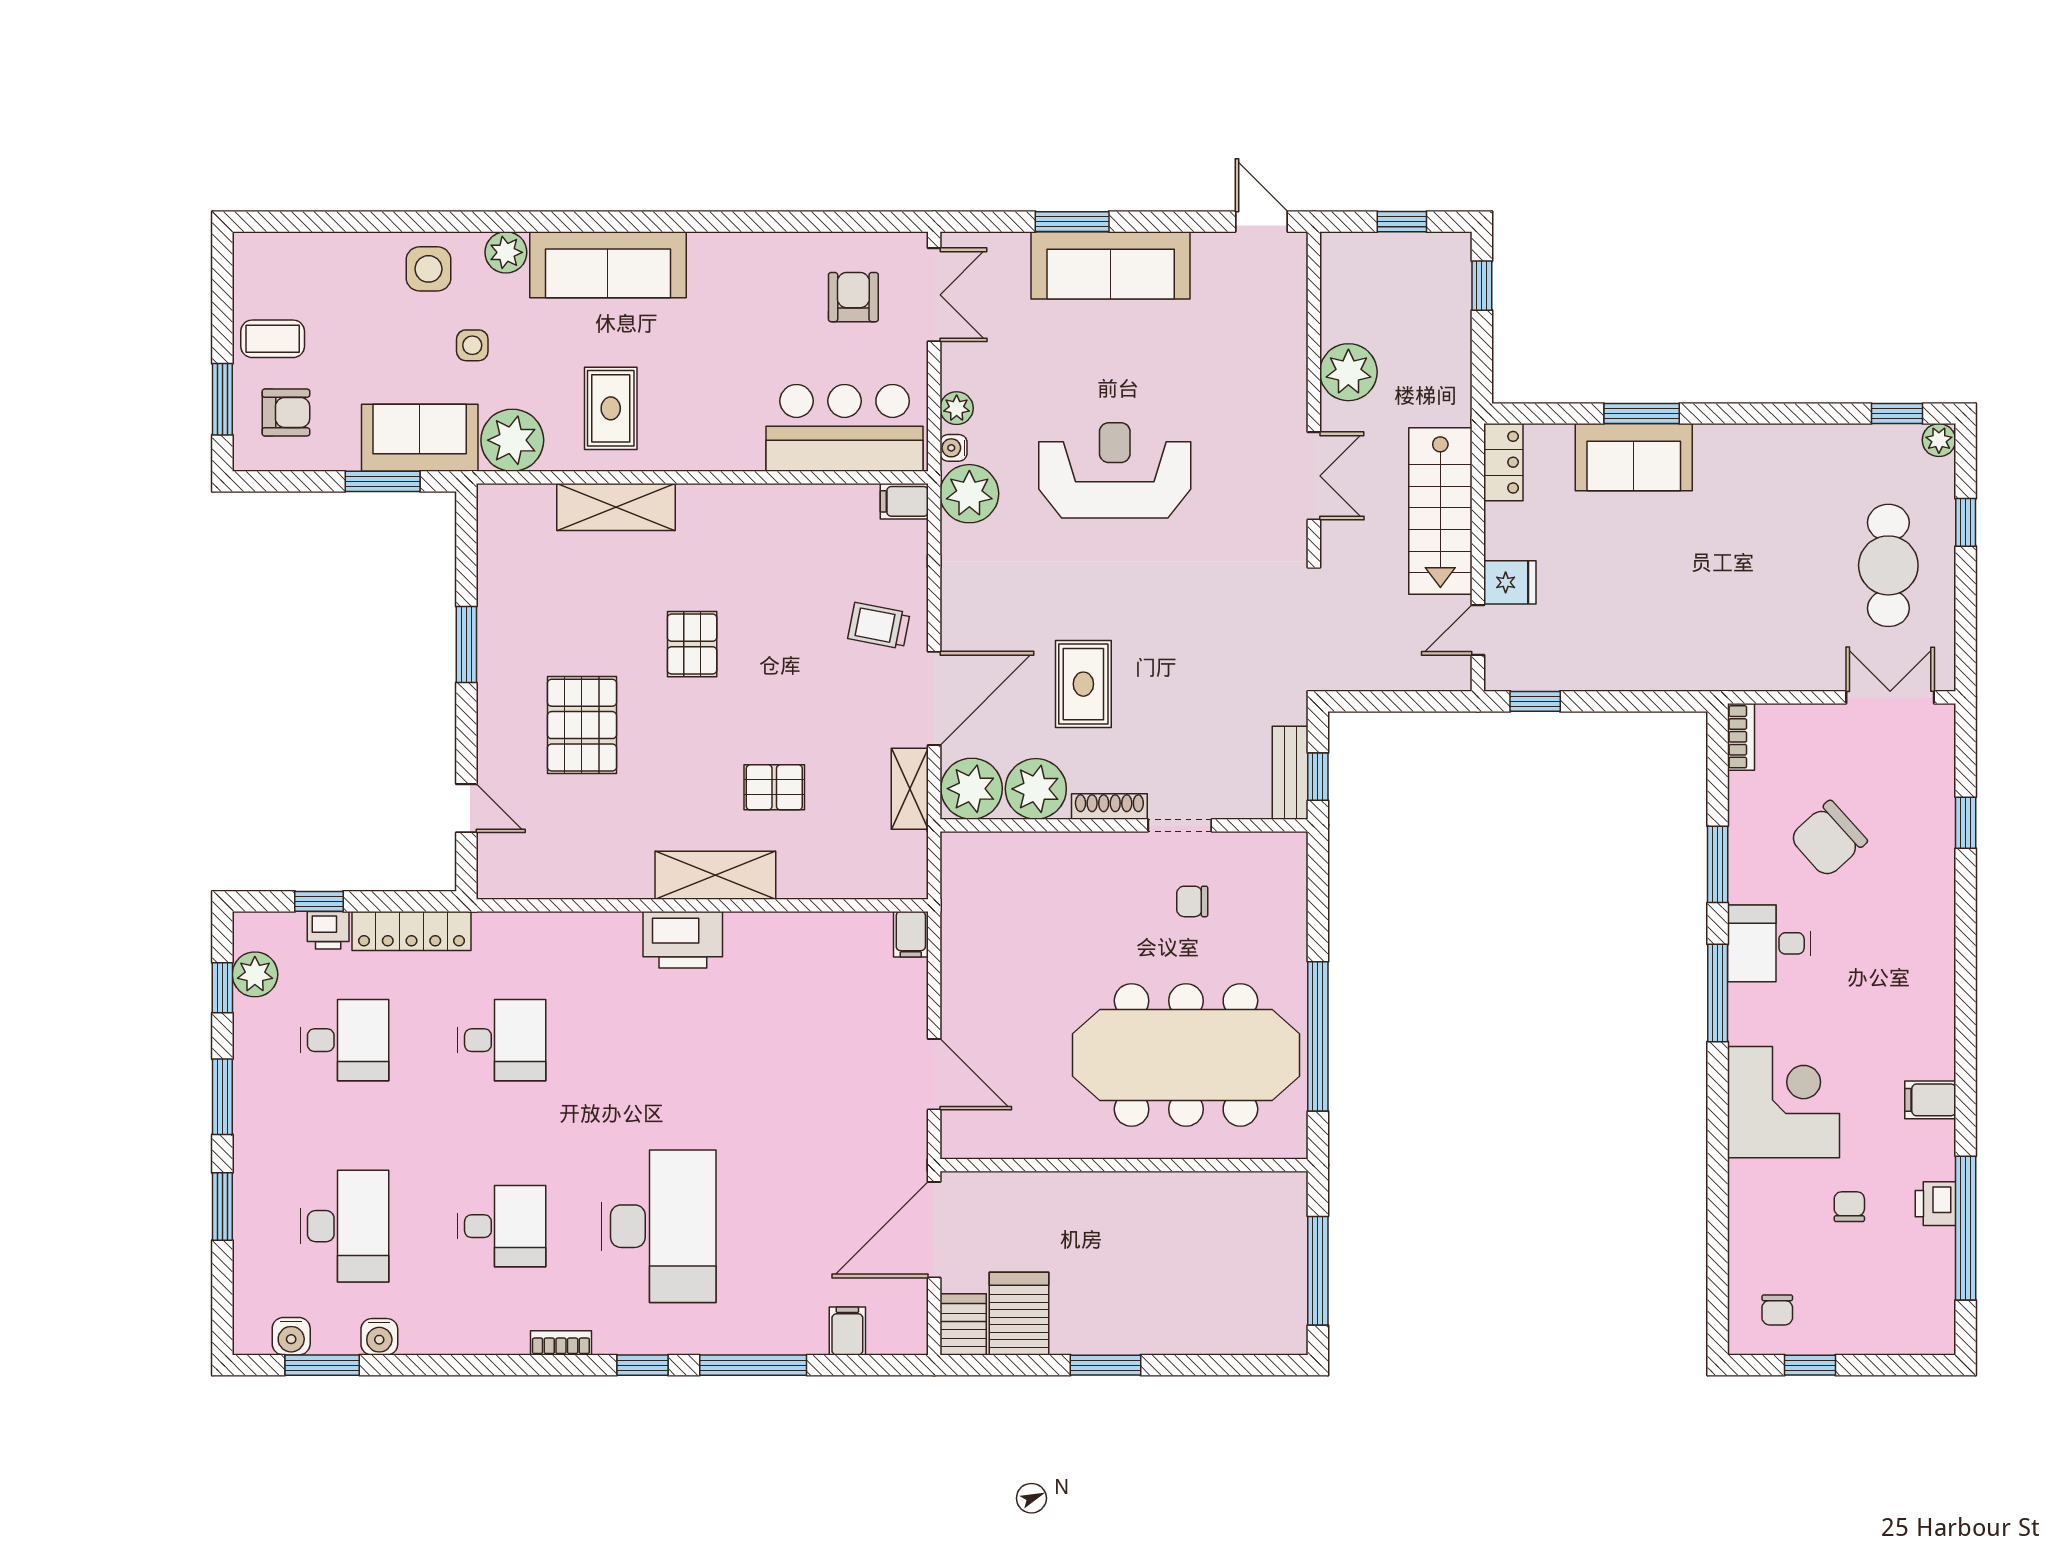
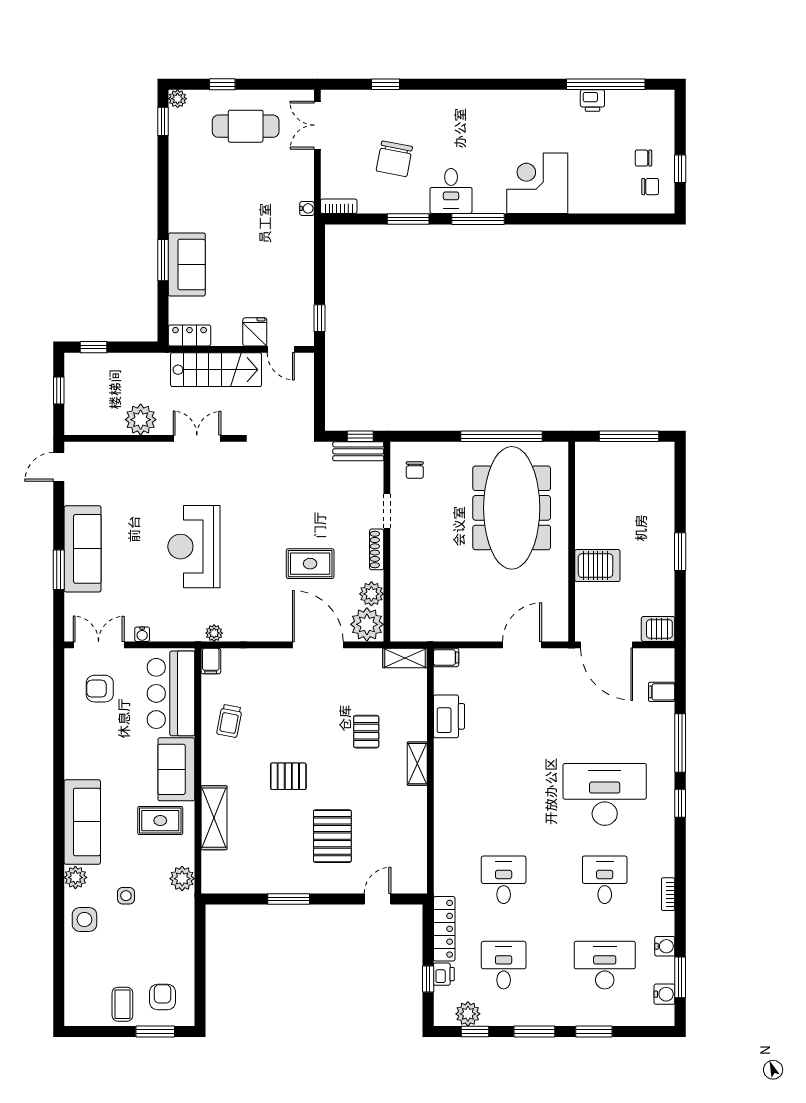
plant: (957, 408) -> (160, 633), removed
sofa: (420, 438) -> (176, 769), moved
plant: (512, 440) -> (182, 879), width x0.73, depth x0.73
water cooler: (953, 448) -> (142, 634), moved
window: (383, 481) -> (200, 944), removed
plant: (969, 494) -> (214, 633), width x0.53, depth x0.53
trolley: (879, 626) -> (229, 721), moved
water cooler: (1737, 678) -> (307, 208), added
pallet: (582, 725) -> (332, 836), turned 90
shelving: (910, 789) -> (405, 658), moved
plant: (1036, 789) -> (371, 594), width x0.73, depth x0.73
chair: (1828, 839) -> (394, 159), turned 53
shelving: (715, 875) -> (417, 764), width x0.67, depth x0.75
chair: (1192, 901) -> (415, 470), moved
printer: (683, 940) -> (449, 716), moved
filing cabinet: (1930, 1100) -> (536, 103), removed
chair: (1849, 1207) -> (643, 158), moved
server rack: (1019, 1314) -> (597, 566), moved, turned 180
bookcase: (561, 1343) -> (668, 894), moved

